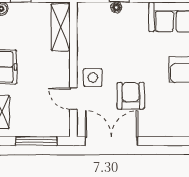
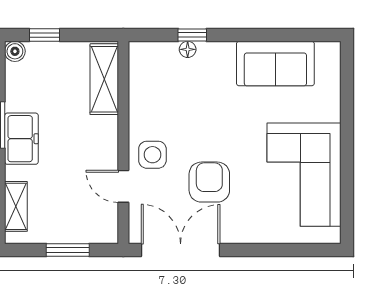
window: (36, 141) -> (68, 250), width x0.69

